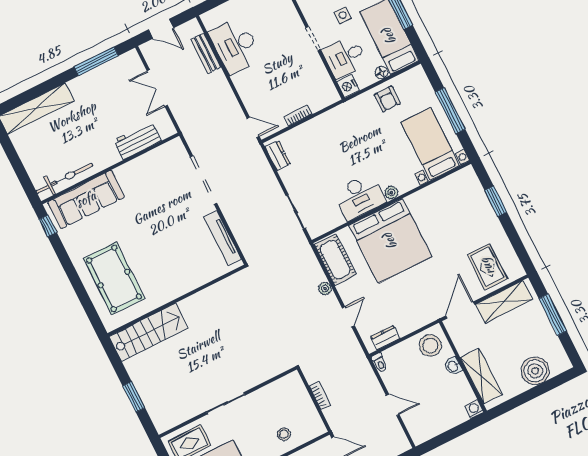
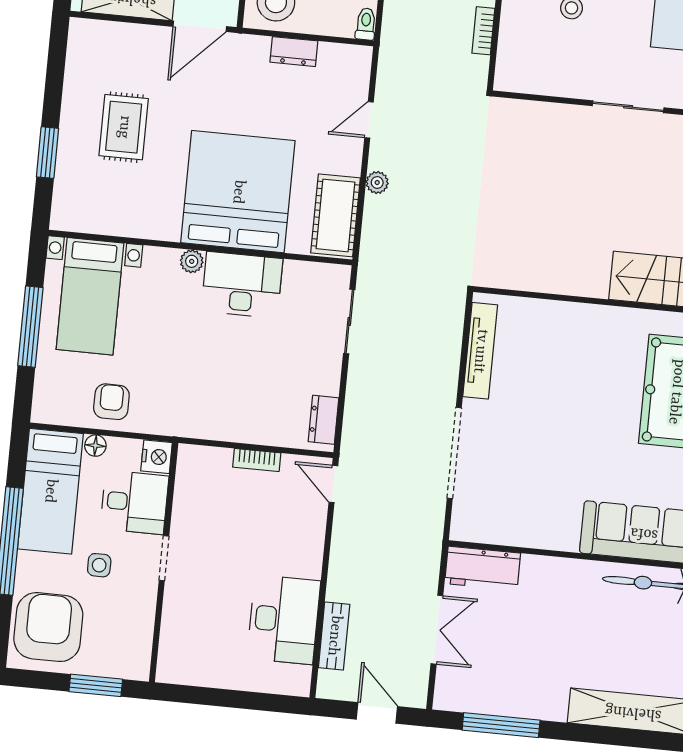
workbench: (137, 141) -> (483, 568), moved
rug: (487, 267) -> (124, 127), moved
dresser: (385, 338) -> (294, 52), moved

